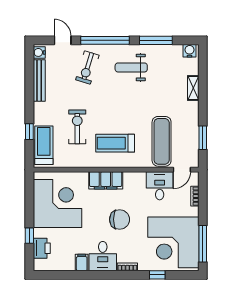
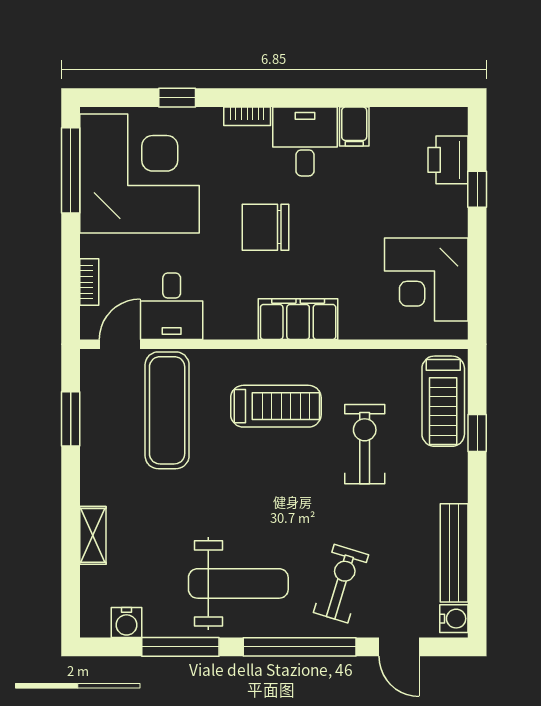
water cooler: (190, 51) -> (126, 623), moved
weight bench: (131, 67) -> (238, 583), width x1.36, depth x1.33
exercise bike: (77, 127) -> (365, 444), turned 180
corner desk: (57, 204) -> (426, 280), width x0.74, depth x0.74

